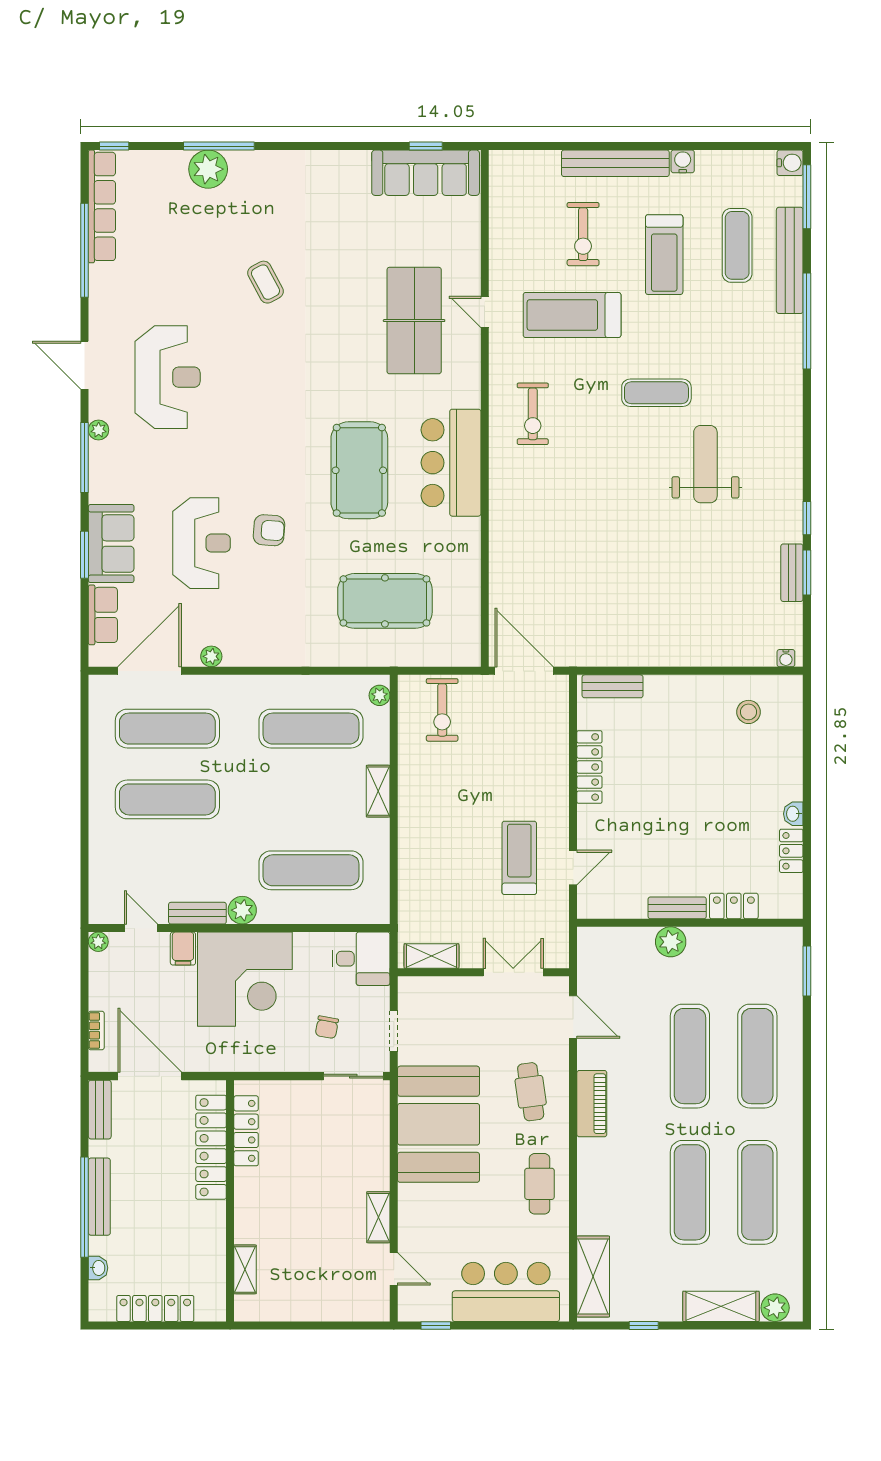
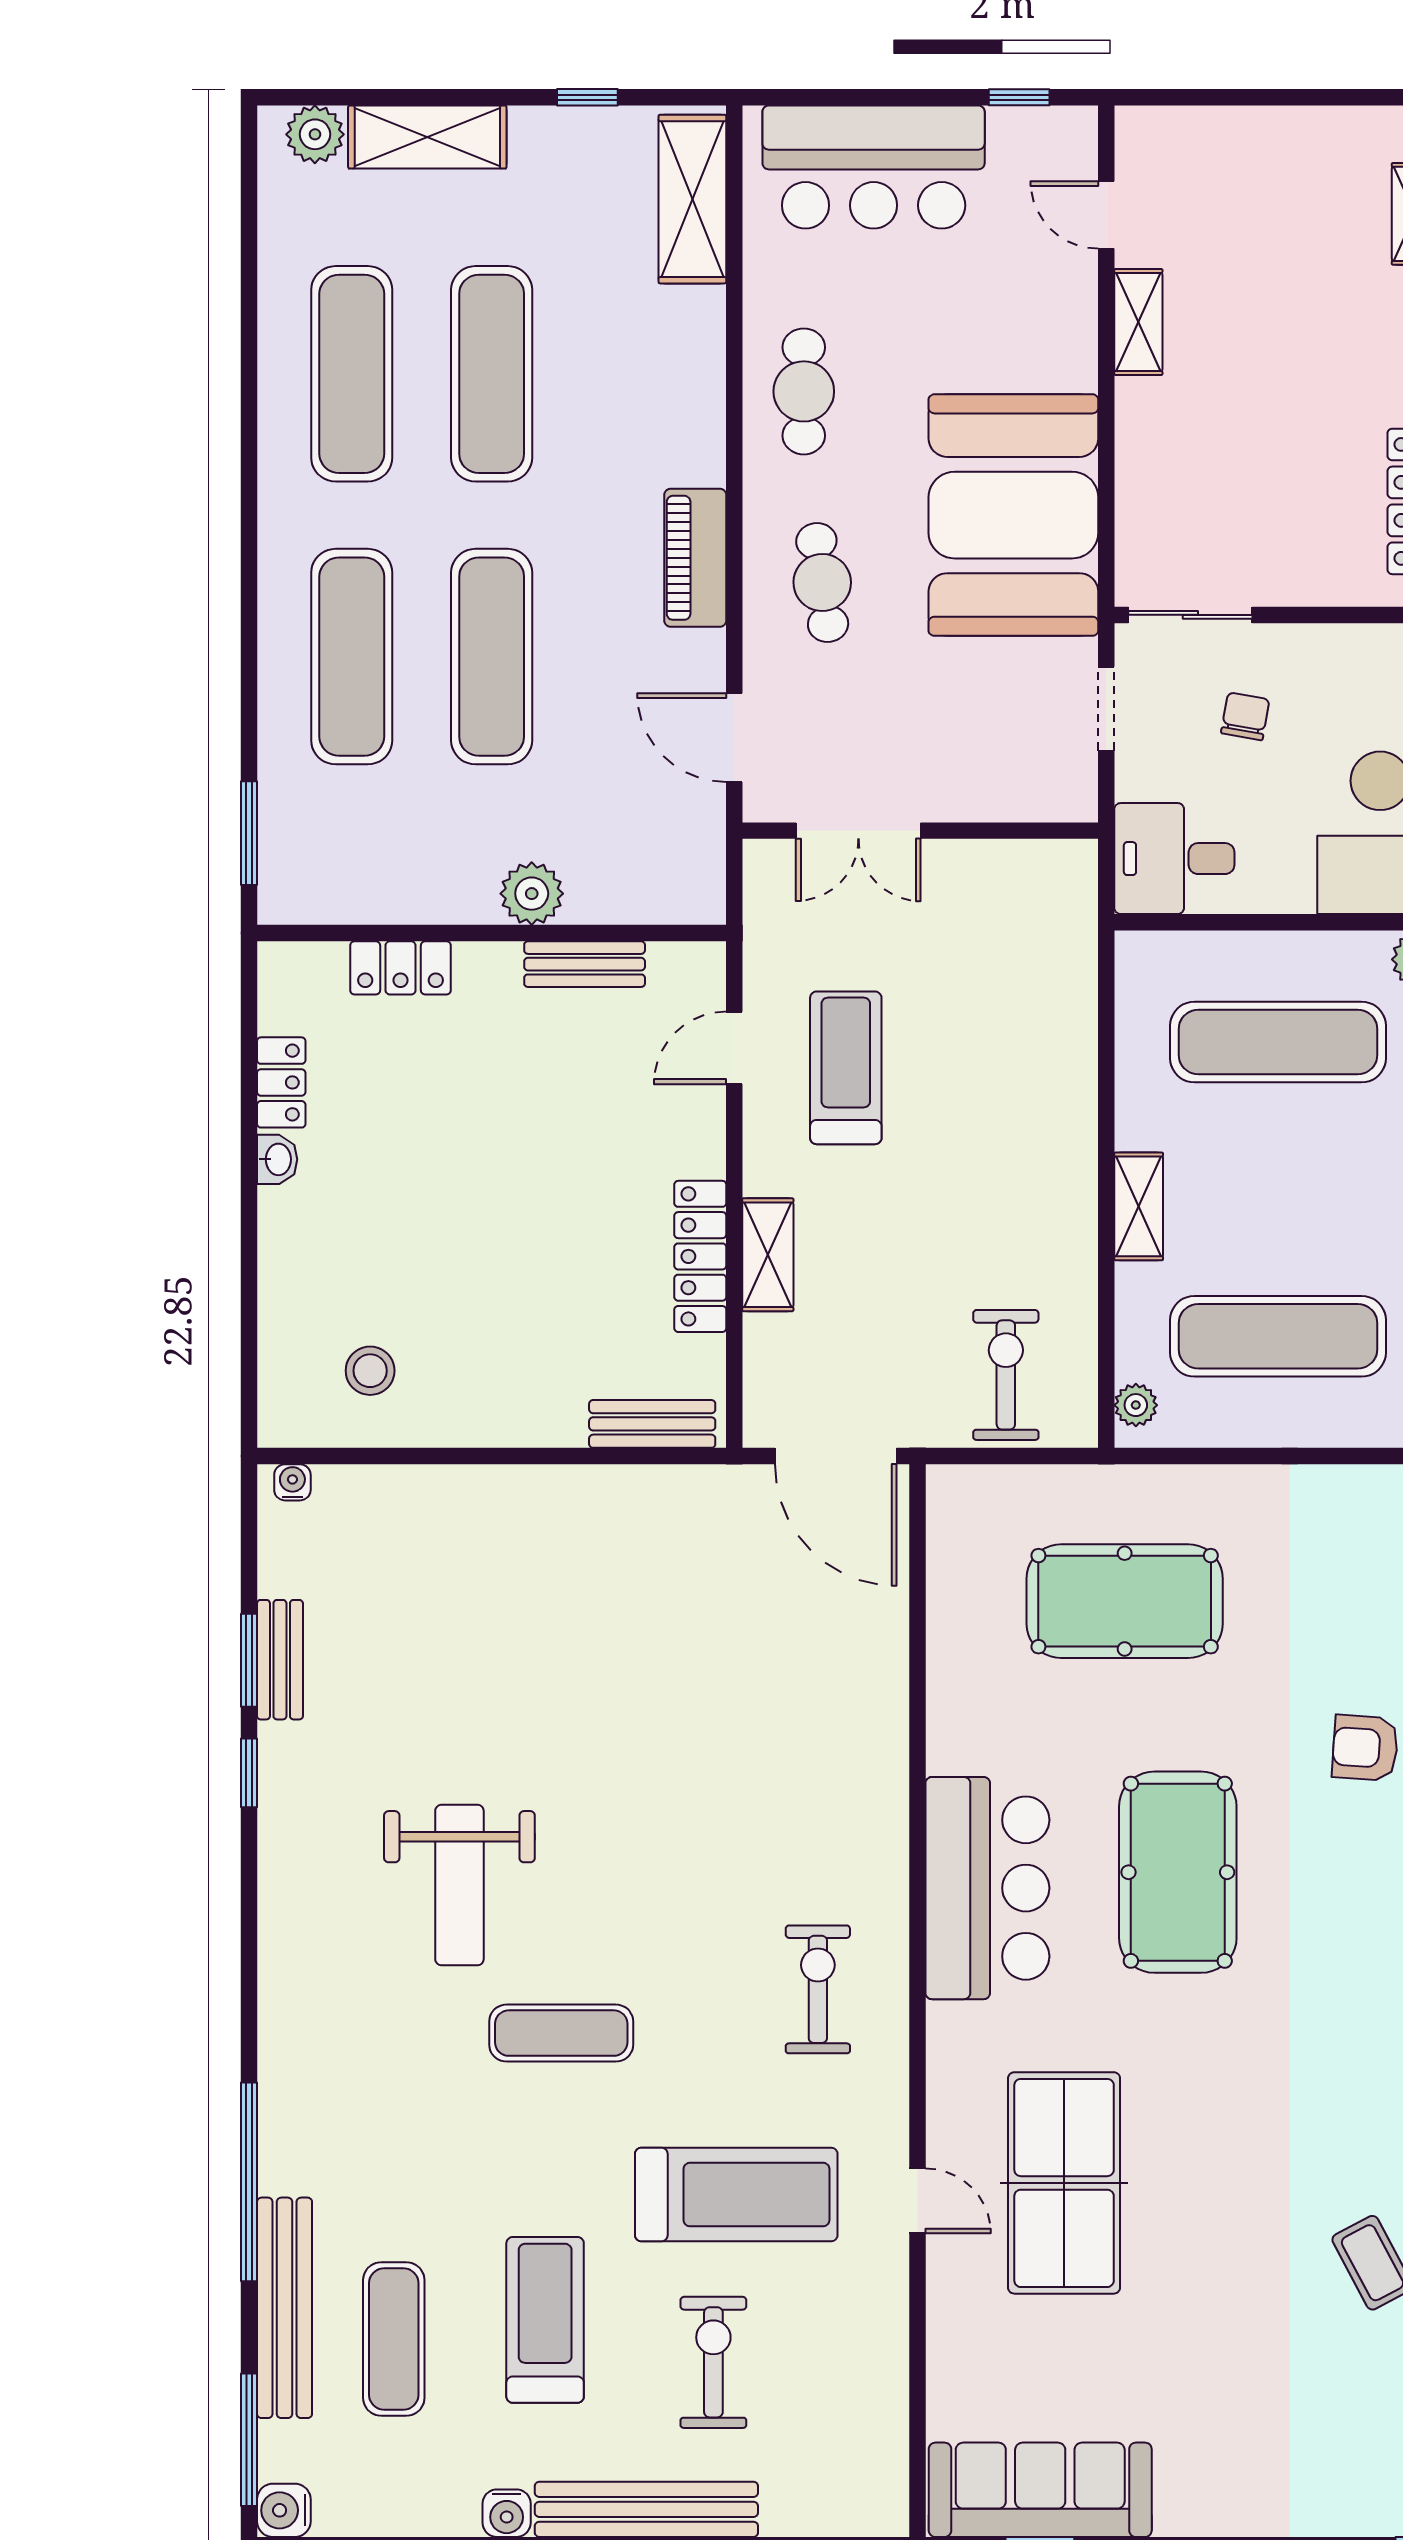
treadmill: (519, 858) -> (846, 1068), turned 180
bench: (677, 908) -> (585, 964), moved
shelving: (432, 956) -> (768, 1255), moved, turned 90

